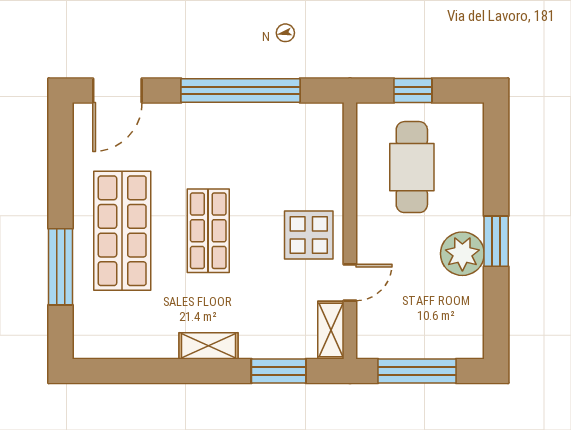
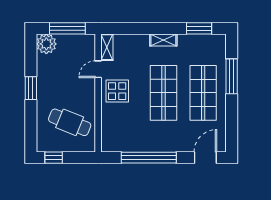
window: (413, 91) -> (54, 158), moved
cafe table: (412, 167) -> (70, 122), turned -68
shop shelf: (208, 231) -> (164, 93), width x1.43, depth x1.36
plant: (462, 254) -> (46, 44), moved
window: (279, 371) -> (199, 28), moved

